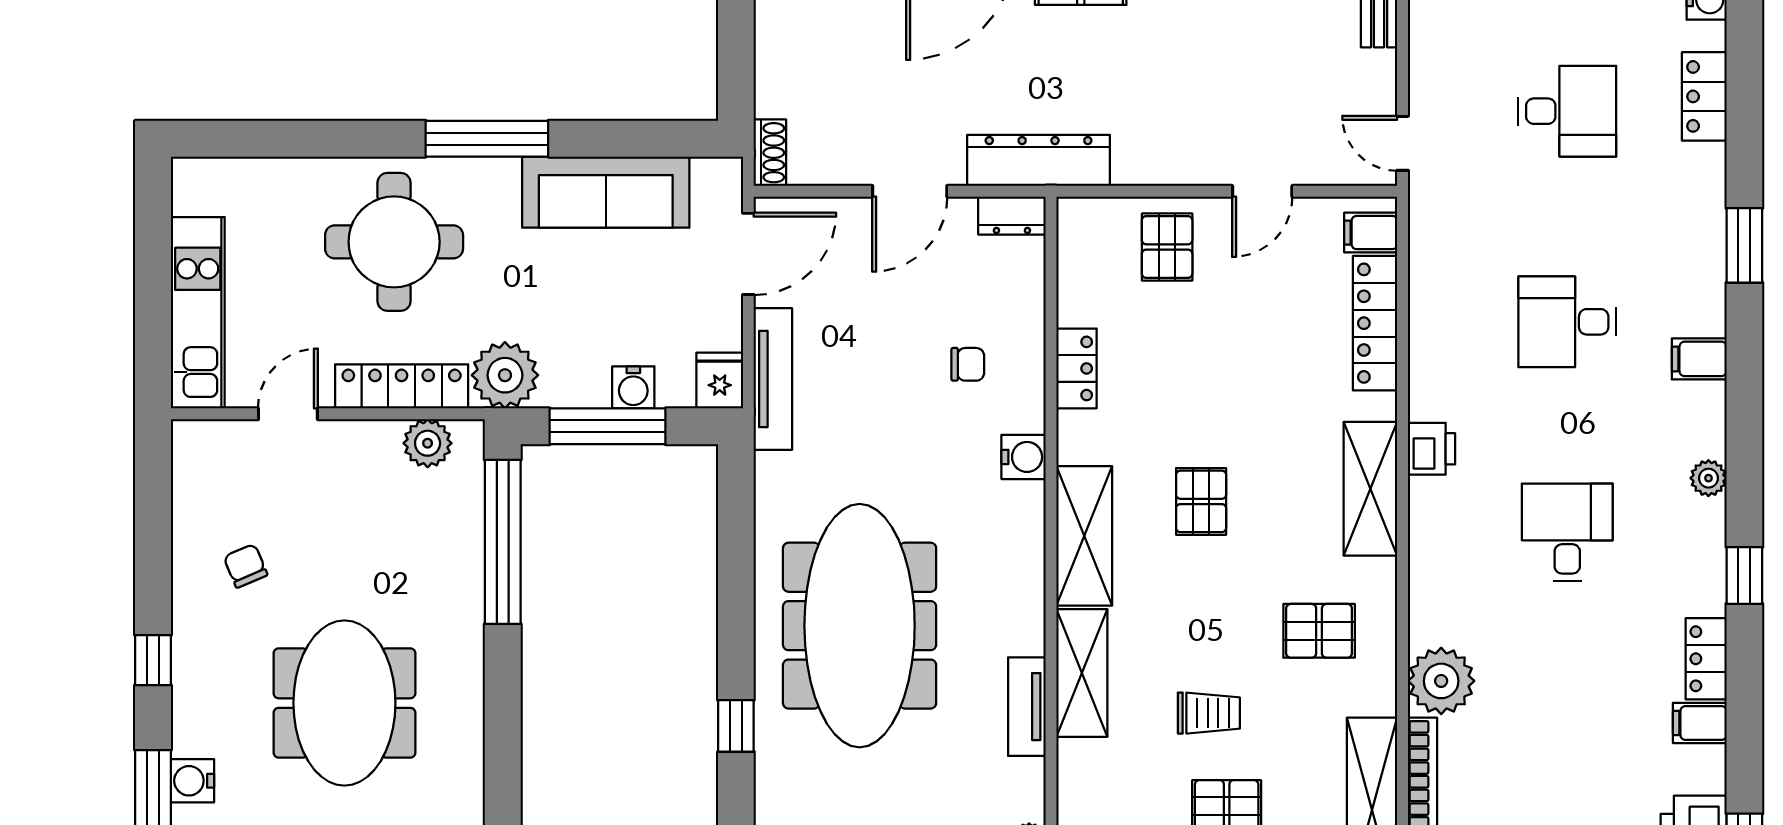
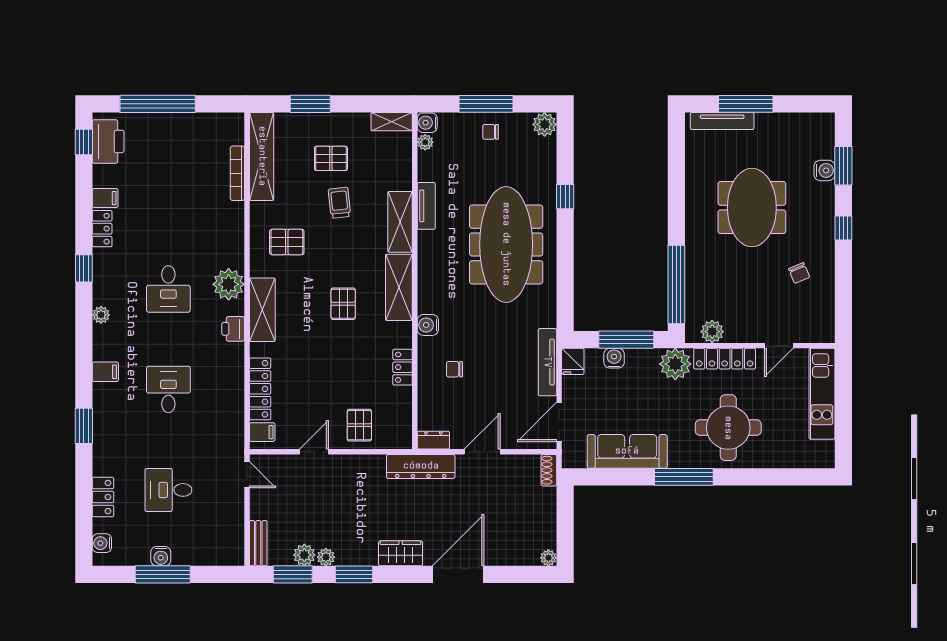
desk: (1567, 322) -> (168, 389), turned -90
plant: (1441, 681) -> (229, 284), moved
trolley: (1209, 713) -> (339, 203), turned 84

